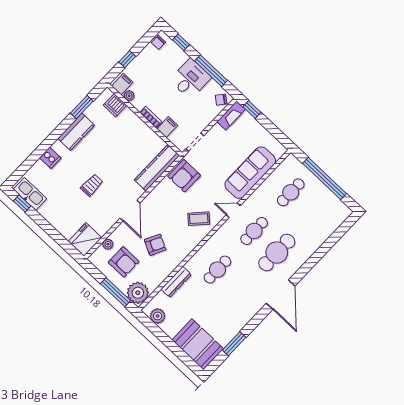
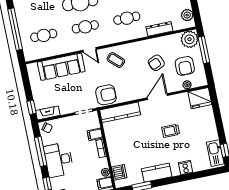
desk: (190, 79) -> (59, 160), width x1.37
armchair: (155, 245) -> (156, 63), turned -50
armchair: (124, 262) -> (185, 66), turned 180

